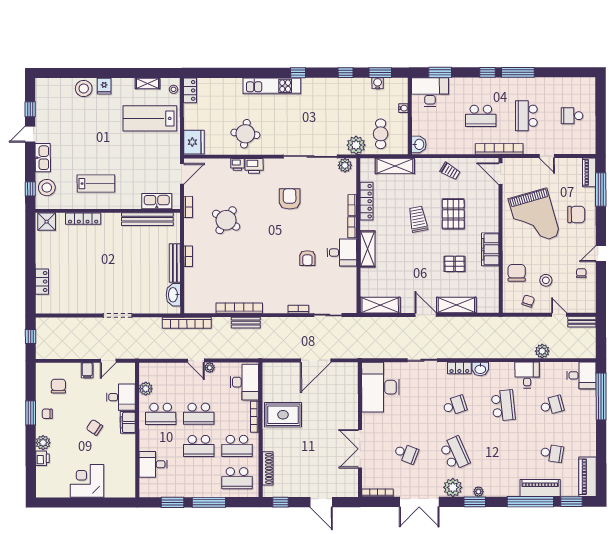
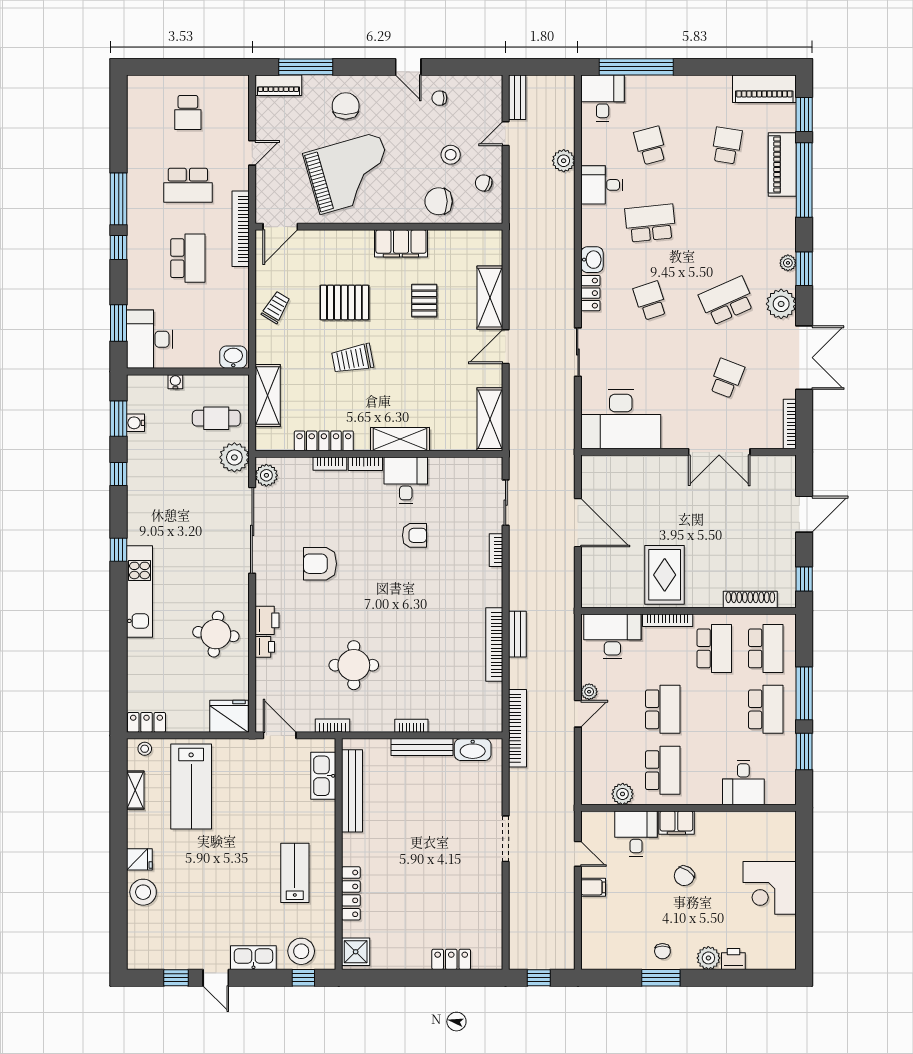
round table: (226, 220) -> (354, 665), turned -33
chair: (58, 386) -> (618, 933), removed
school desk: (199, 446) -> (766, 709), moved

